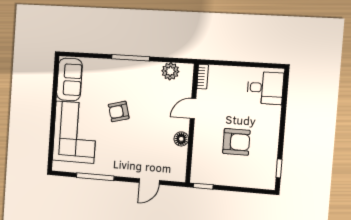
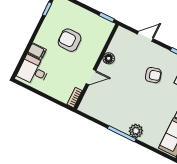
plant: (170, 71) -> (136, 131), moved
armchair: (119, 111) -> (153, 75), moved
filing cabinet: (271, 113) -> (37, 51), added

